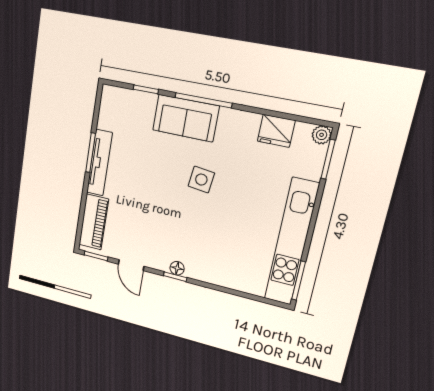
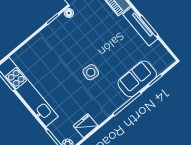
sofa: (186, 118) -> (137, 79), moved
floor lamp: (177, 268) -> (69, 13), moved

